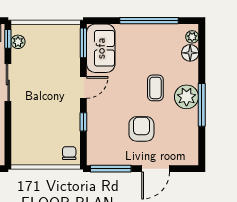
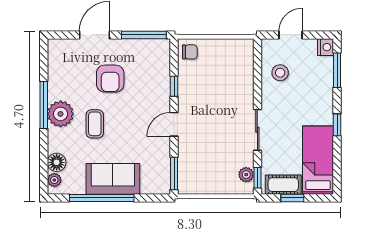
sofa: (101, 48) -> (113, 179), moved, turned 90
chair: (69, 153) -> (190, 52), turned -90

